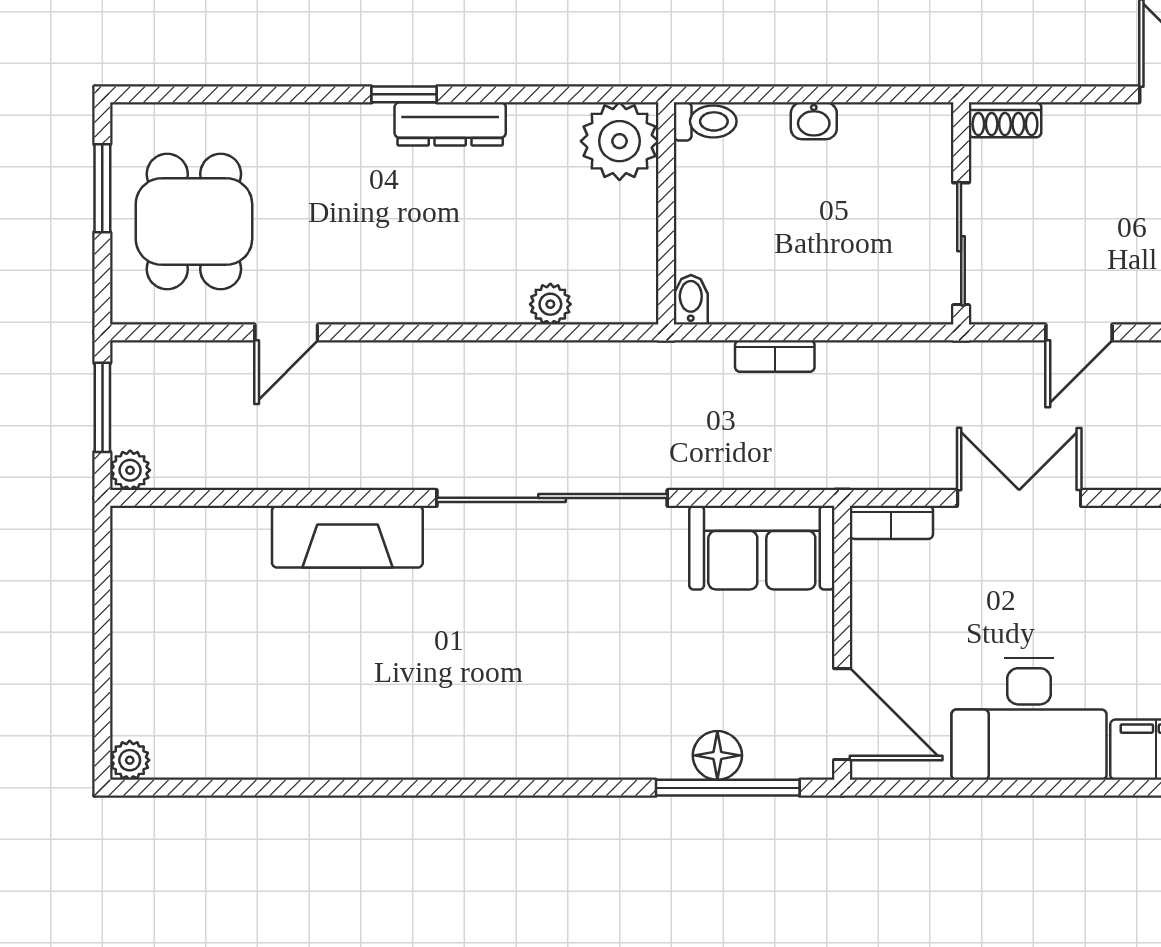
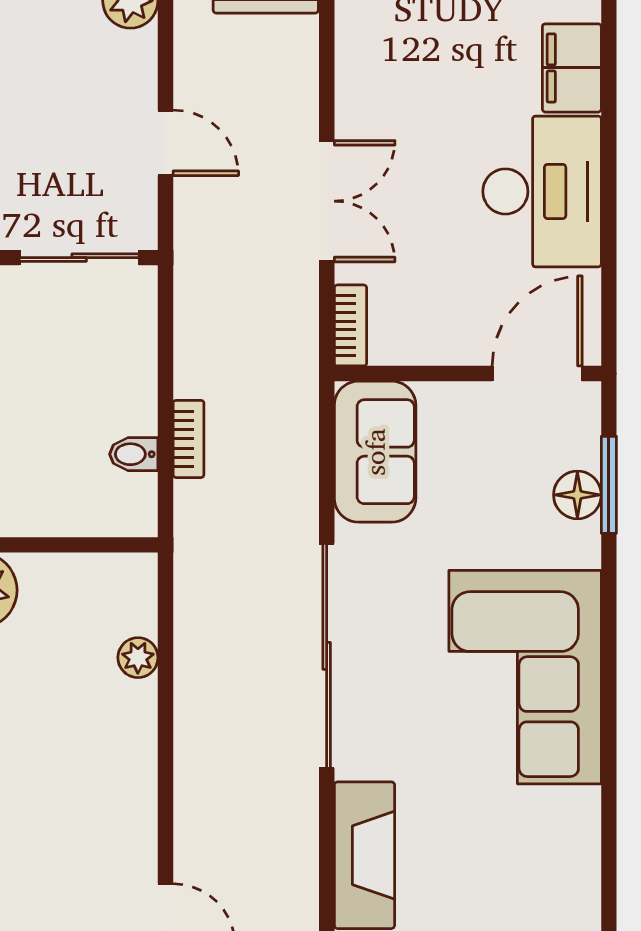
bidet: (691, 300) -> (134, 454), moved
double door: (1019, 498) -> (327, 201), swing flipped
corner sofa: (530, 702) -> (525, 677), added
window: (728, 788) -> (609, 485), width x0.69

